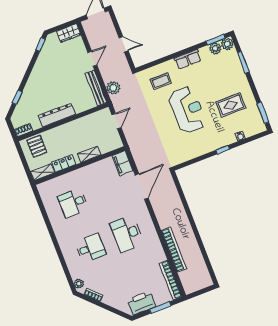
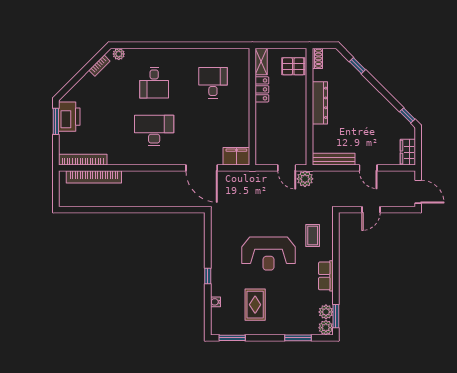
plant: (113, 88) -> (305, 179), moved
shelving: (89, 154) -> (261, 122), removed
bookcase: (174, 249) -> (94, 177), moved
window: (160, 308) -> (56, 121), moved

